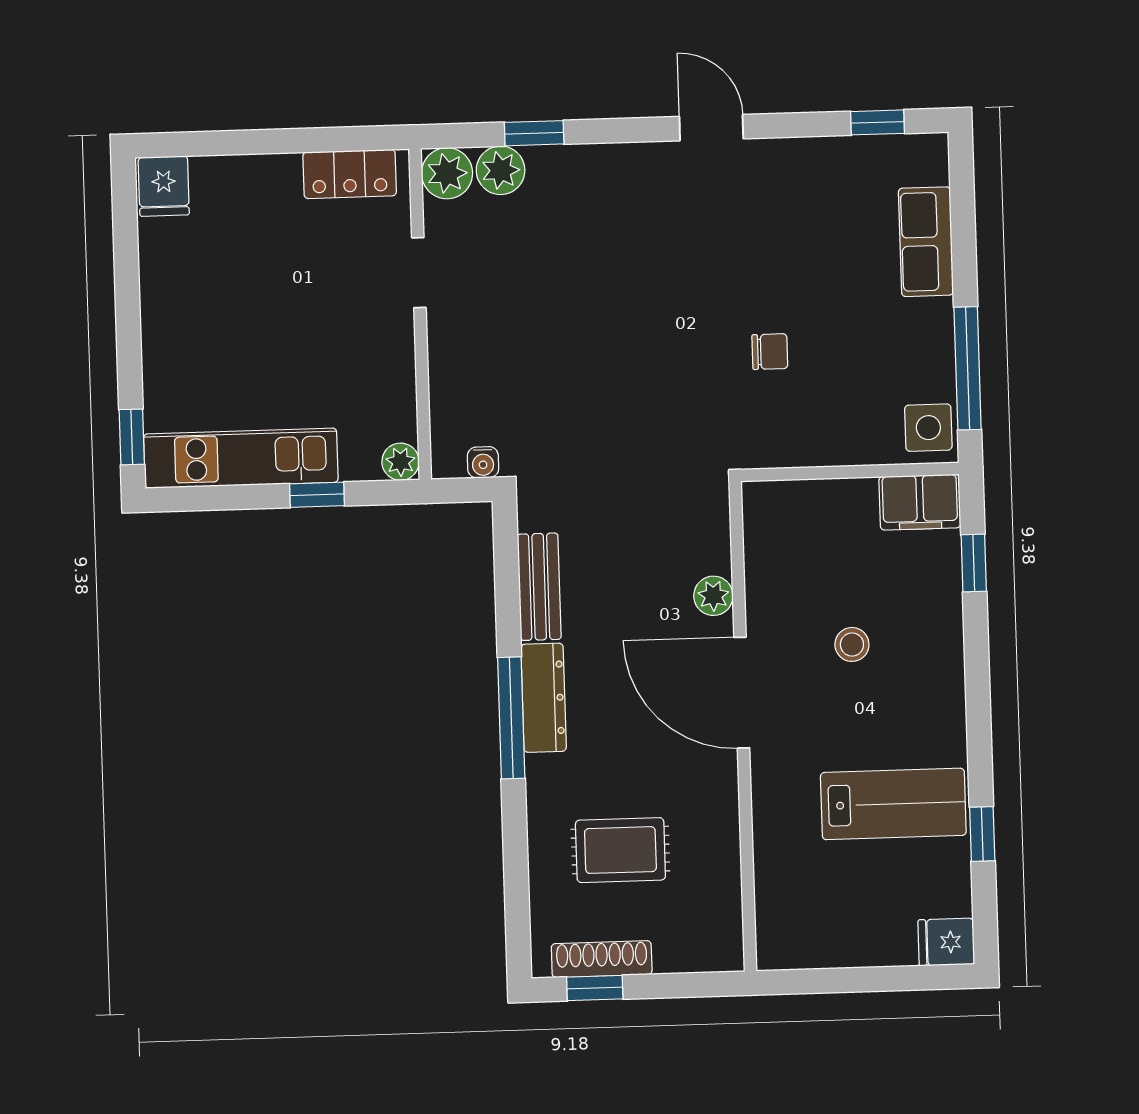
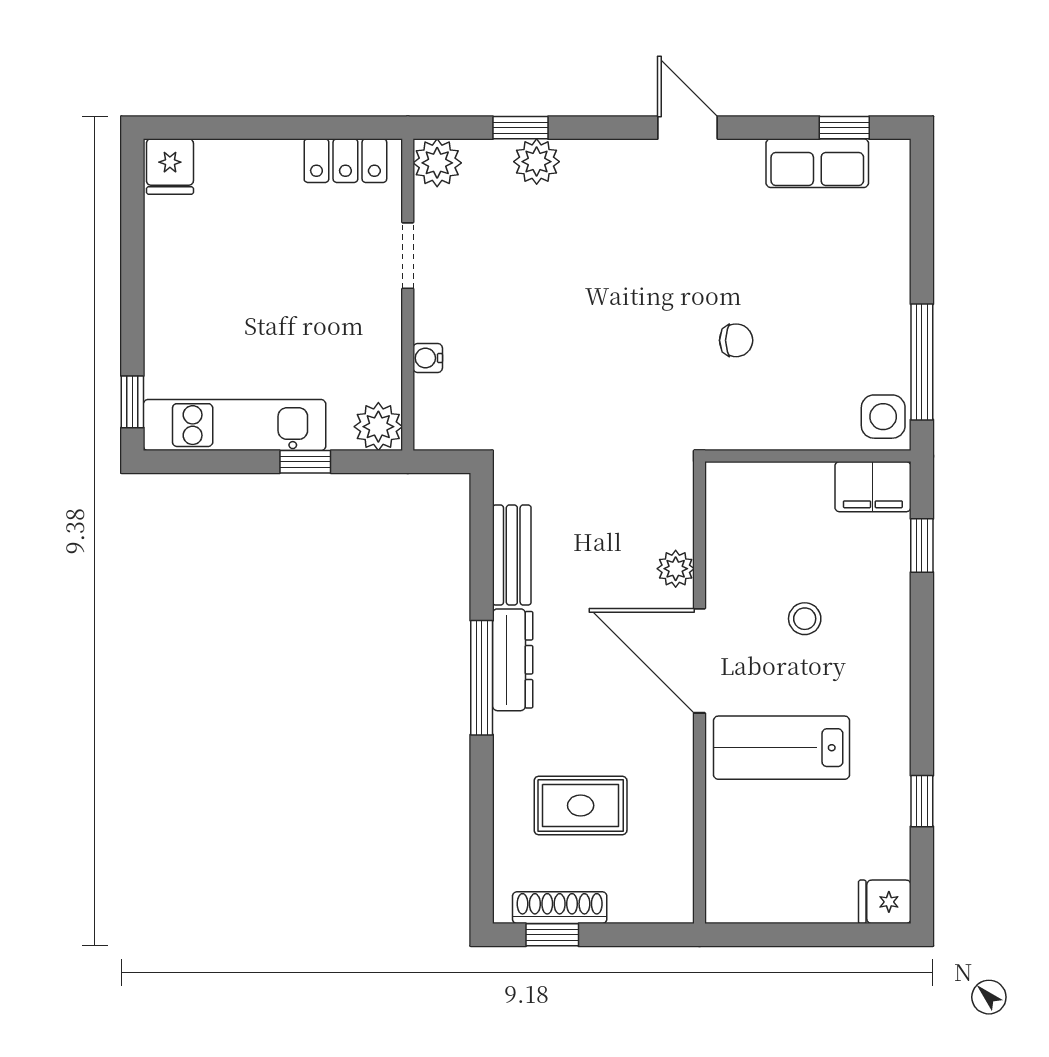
plant: (501, 170) -> (537, 162), moved
row of seats: (926, 242) -> (817, 163), moved, turned -90
plant: (401, 462) -> (378, 427), width x1.38, depth x1.38
water cooler: (483, 462) -> (428, 358), moved, turned 90
lab bench: (893, 804) -> (782, 748), moved, turned 180

